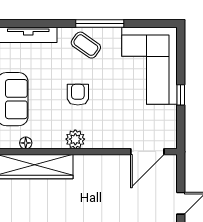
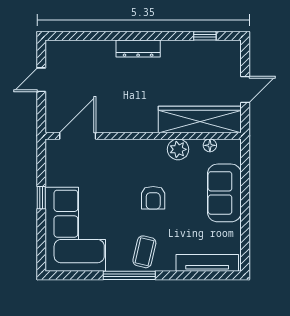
coffee table: (86, 45) -> (144, 252), turned 68
plant: (75, 139) -> (178, 149), moved

